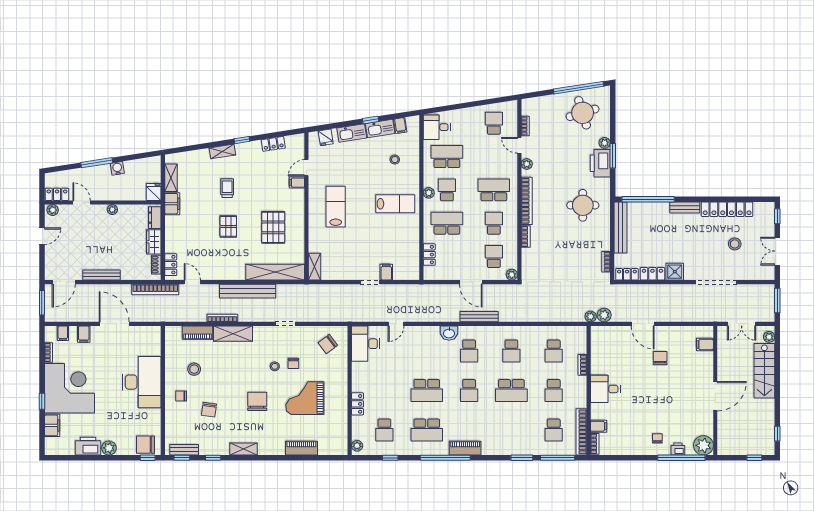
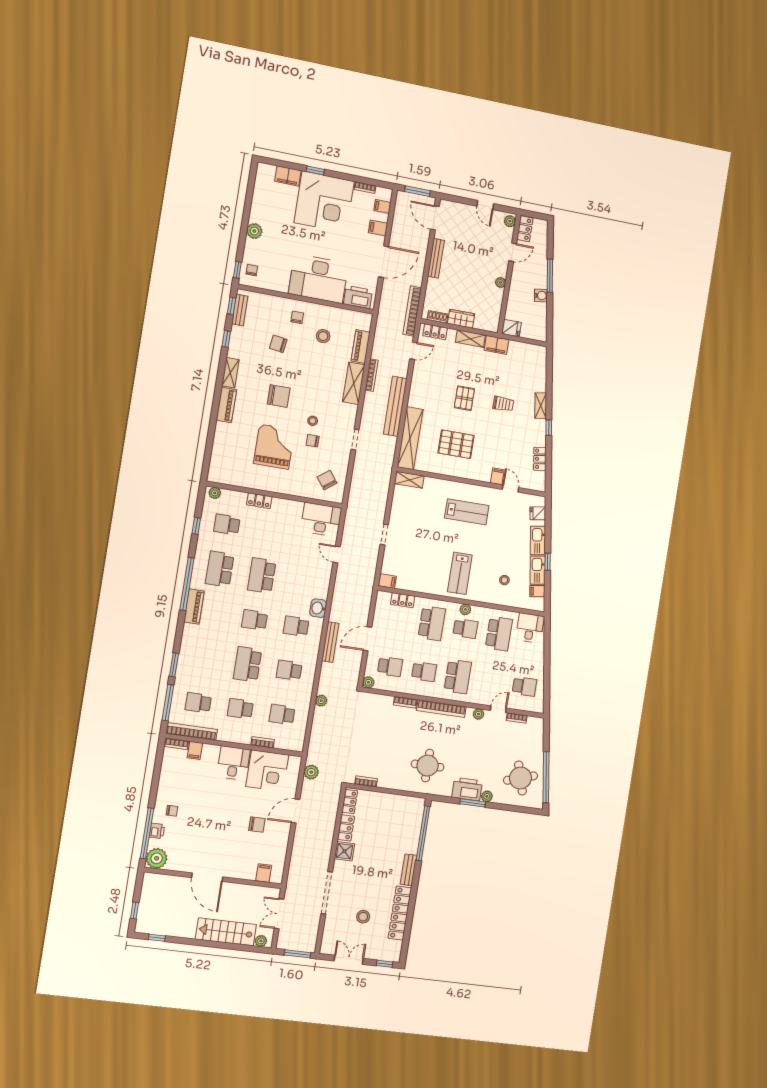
shelving: (171, 178) -> (470, 339), moved
dresser: (155, 218) -> (485, 324), removed
pallet: (228, 226) -> (464, 398), turned 90
bench: (620, 227) -> (399, 801), removed
filing cabinet: (386, 272) -> (387, 581), moved
plant: (591, 316) -> (321, 701), moved
corner desk: (608, 356) -> (267, 771), added
chair: (145, 445) -> (252, 270), width x0.54, depth x0.54
printer: (88, 446) -> (358, 297), moved, turned -90
piano: (301, 448) -> (226, 405), moved

